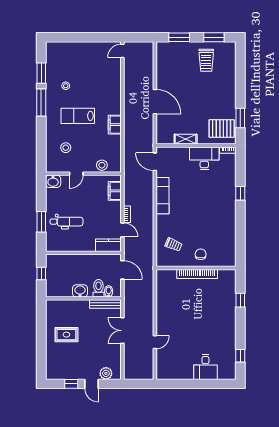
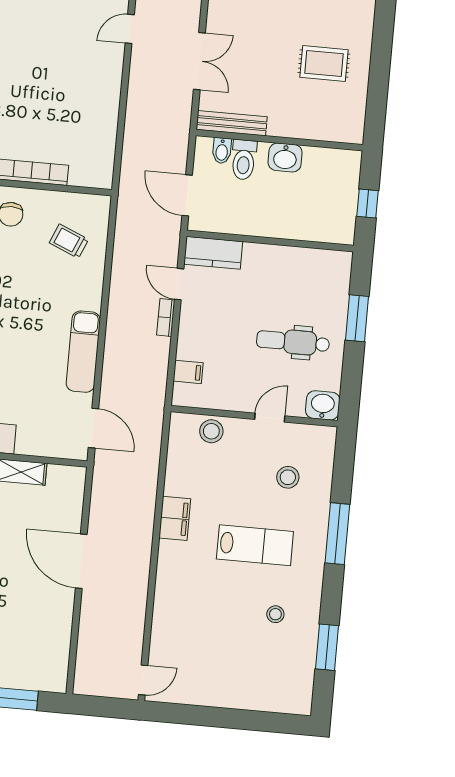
window: (41, 103) -> (337, 534), moved
filing cabinet: (115, 191) -> (188, 372), width x0.50
dental chair: (67, 222) -> (293, 342), moved

